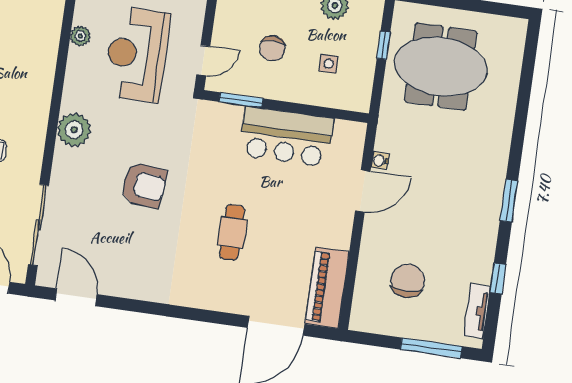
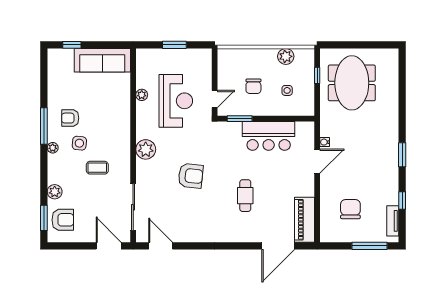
reception desk: (137, 54) -> (176, 101), turned 180
meeting table: (441, 67) -> (352, 83), turned 90

